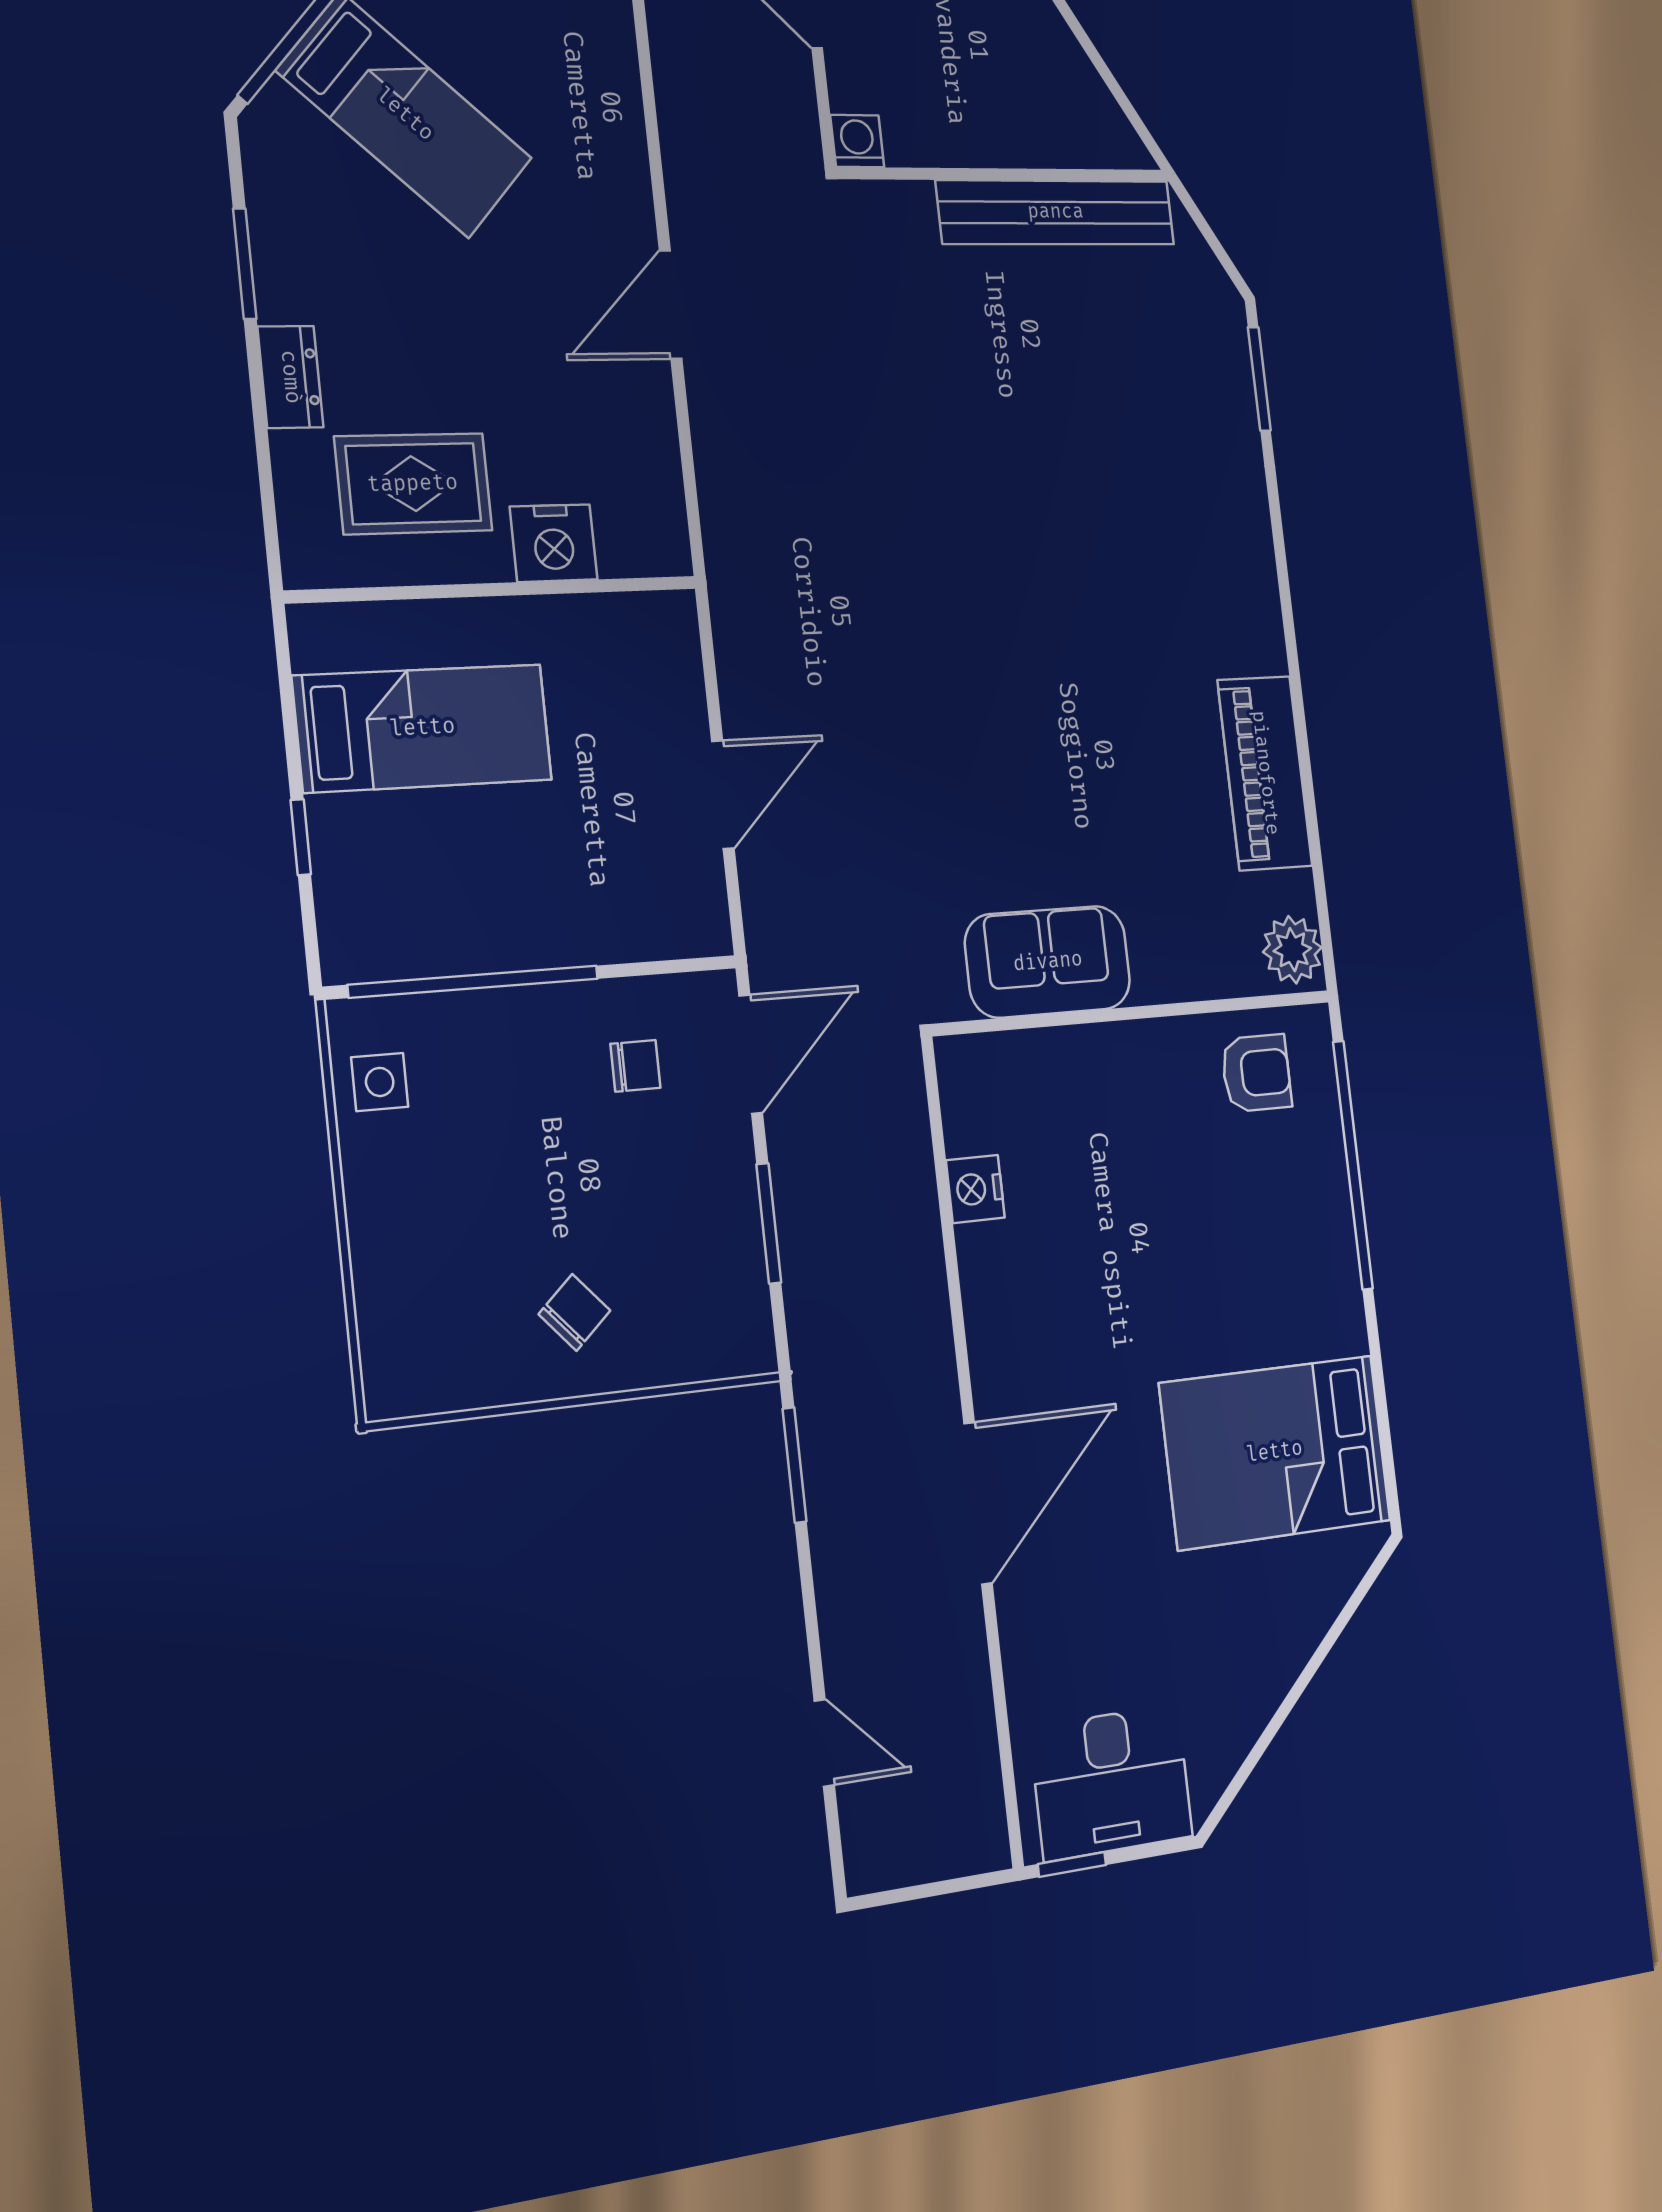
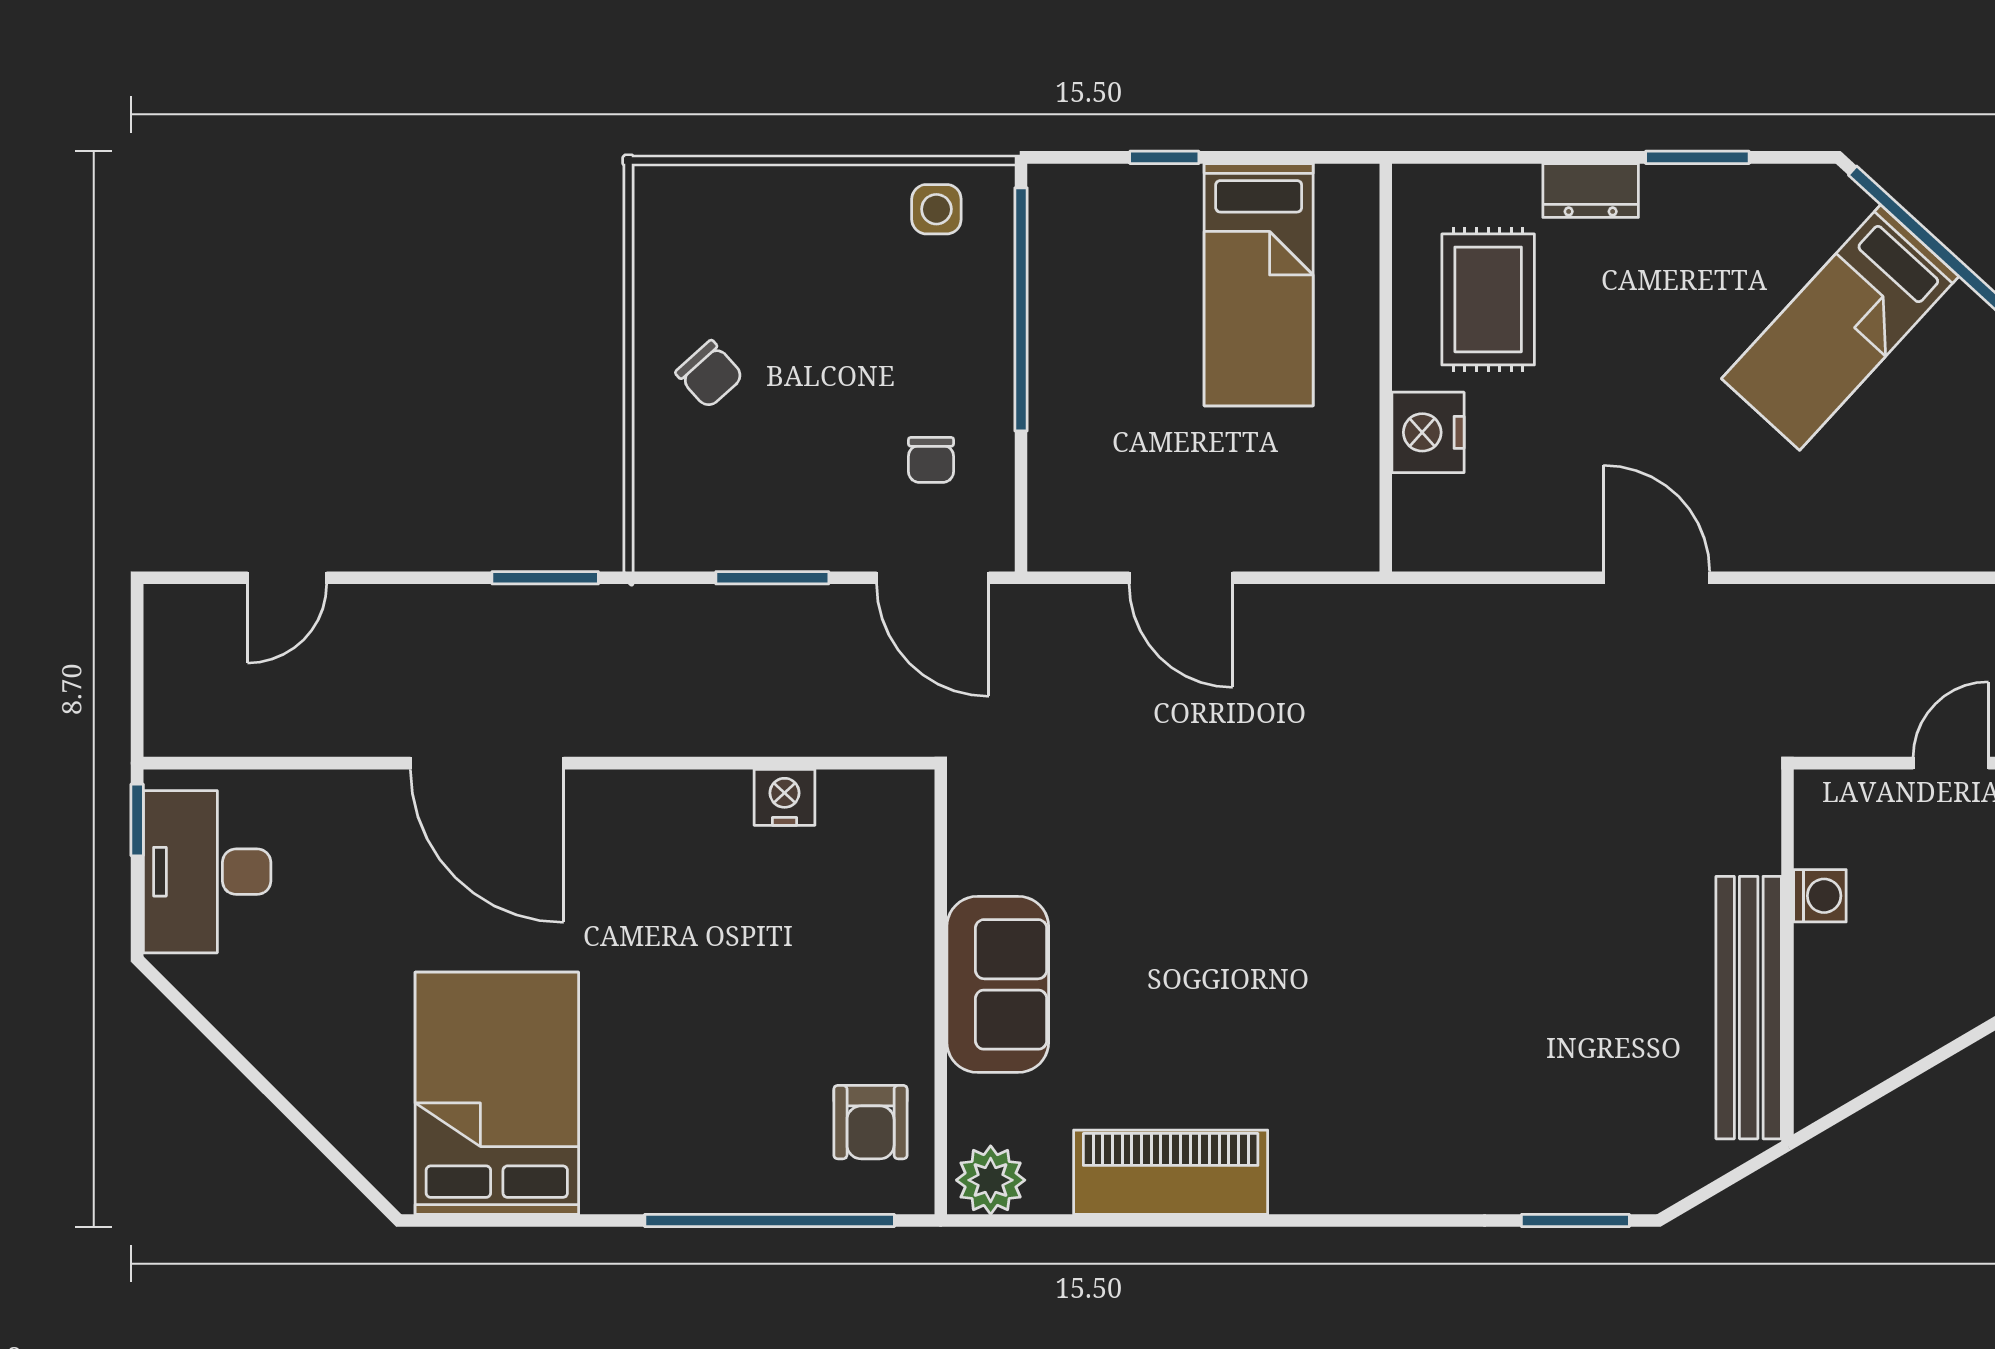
washing machine: (857, 141) -> (1820, 896), moved
sofa: (1048, 962) -> (998, 984), moved

